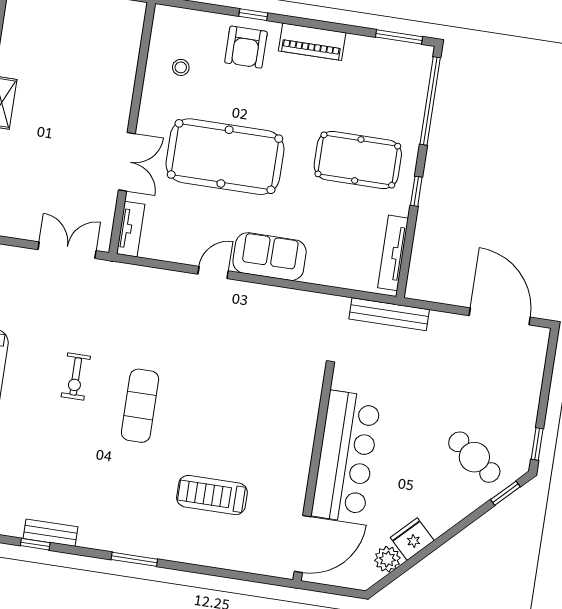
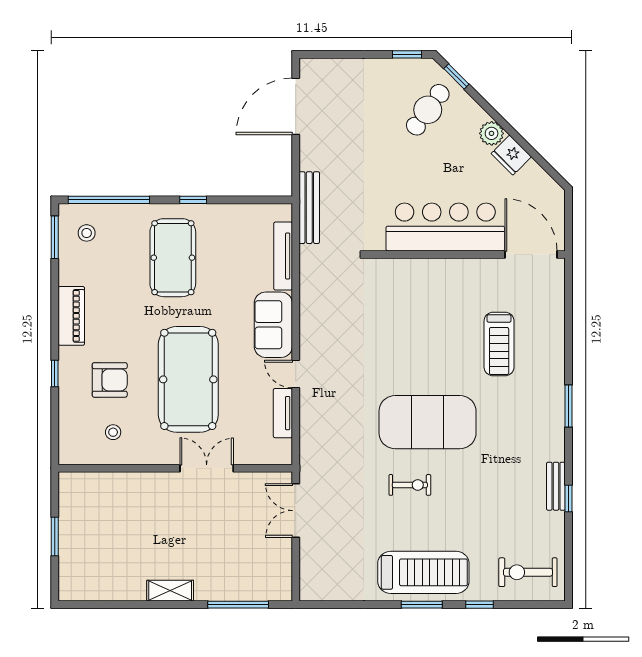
armchair: (246, 47) -> (110, 380), moved
stool: (398, 72) -> (87, 233), added
tv unit: (131, 229) -> (283, 413), moved, turned -90
tv unit: (393, 253) -> (283, 256), moved, turned 90
exercise mat: (140, 406) -> (428, 422), width x2.00, depth x1.45
plant: (387, 559) -> (492, 133), moved

